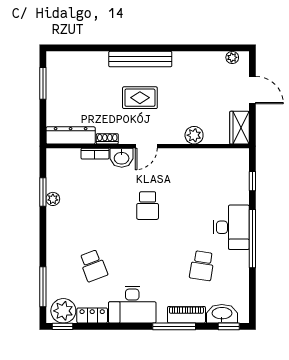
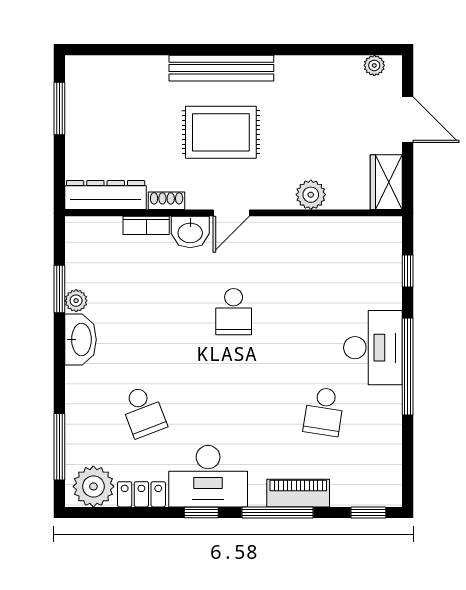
rug: (140, 98) -> (221, 132), width x1.36, depth x1.43
washbasin: (222, 314) -> (80, 340), moved, turned 90
window: (63, 326) -> (201, 512), moved

